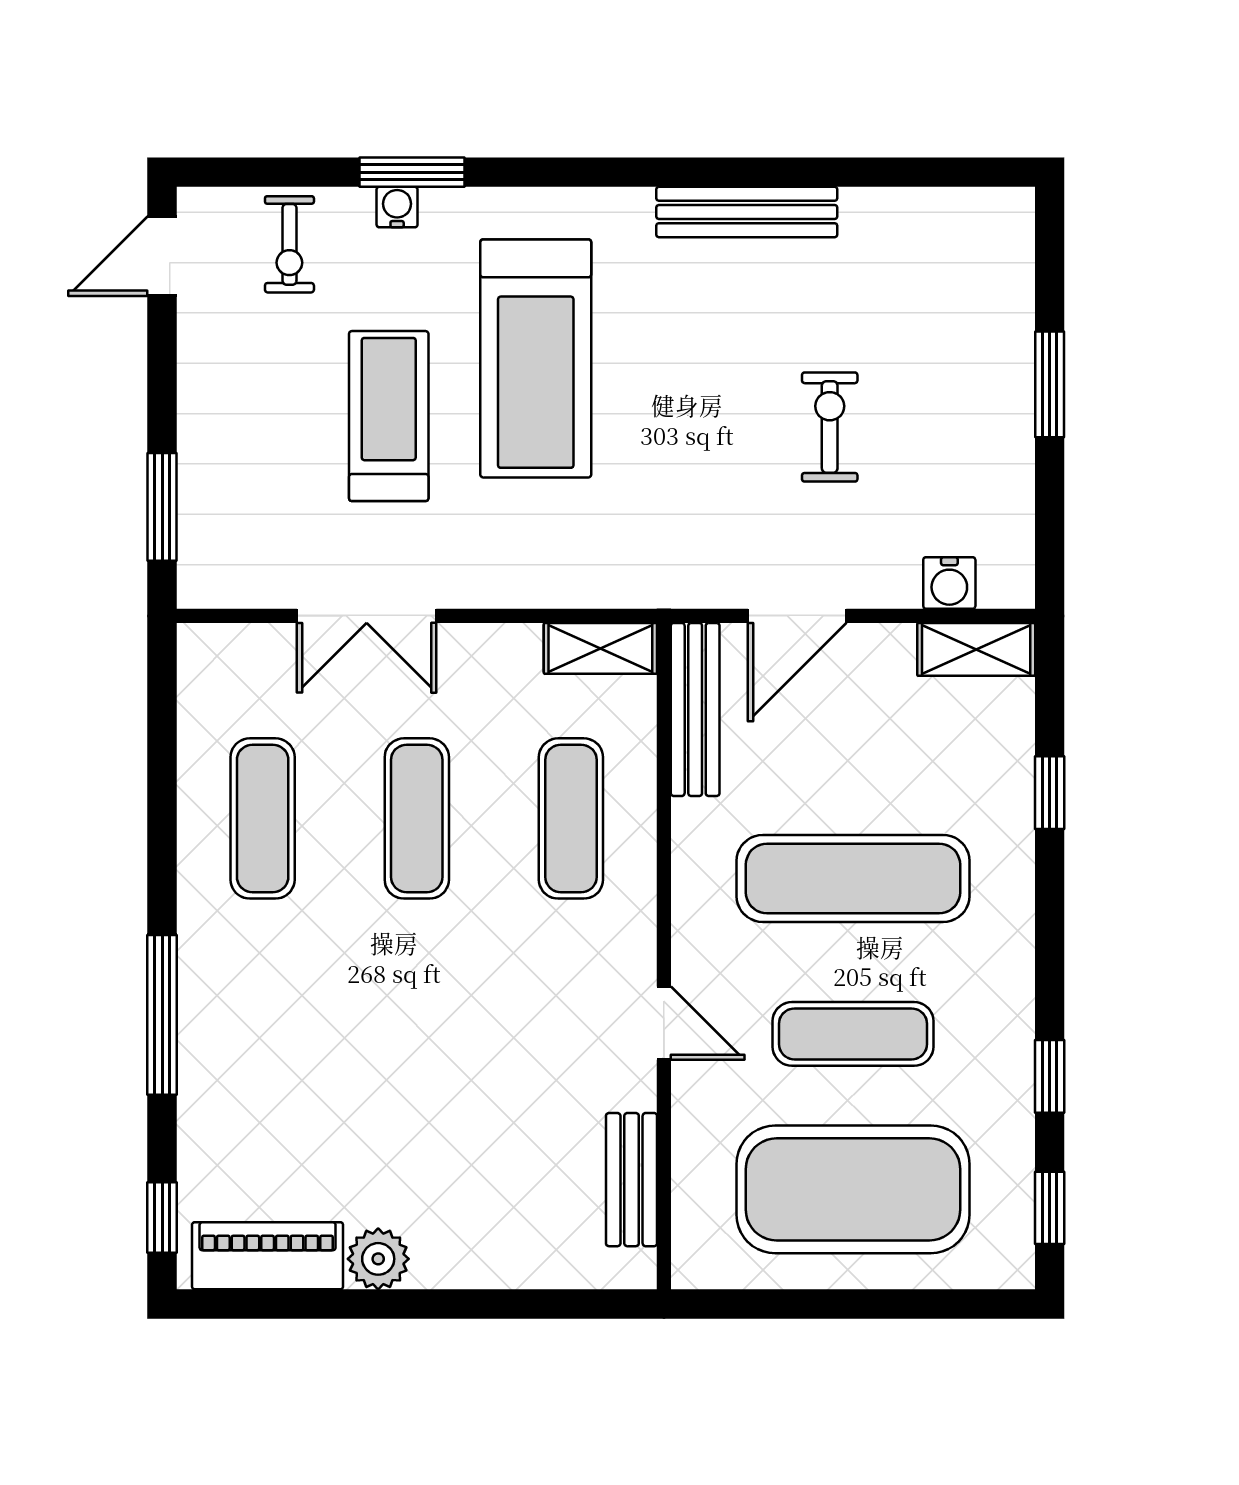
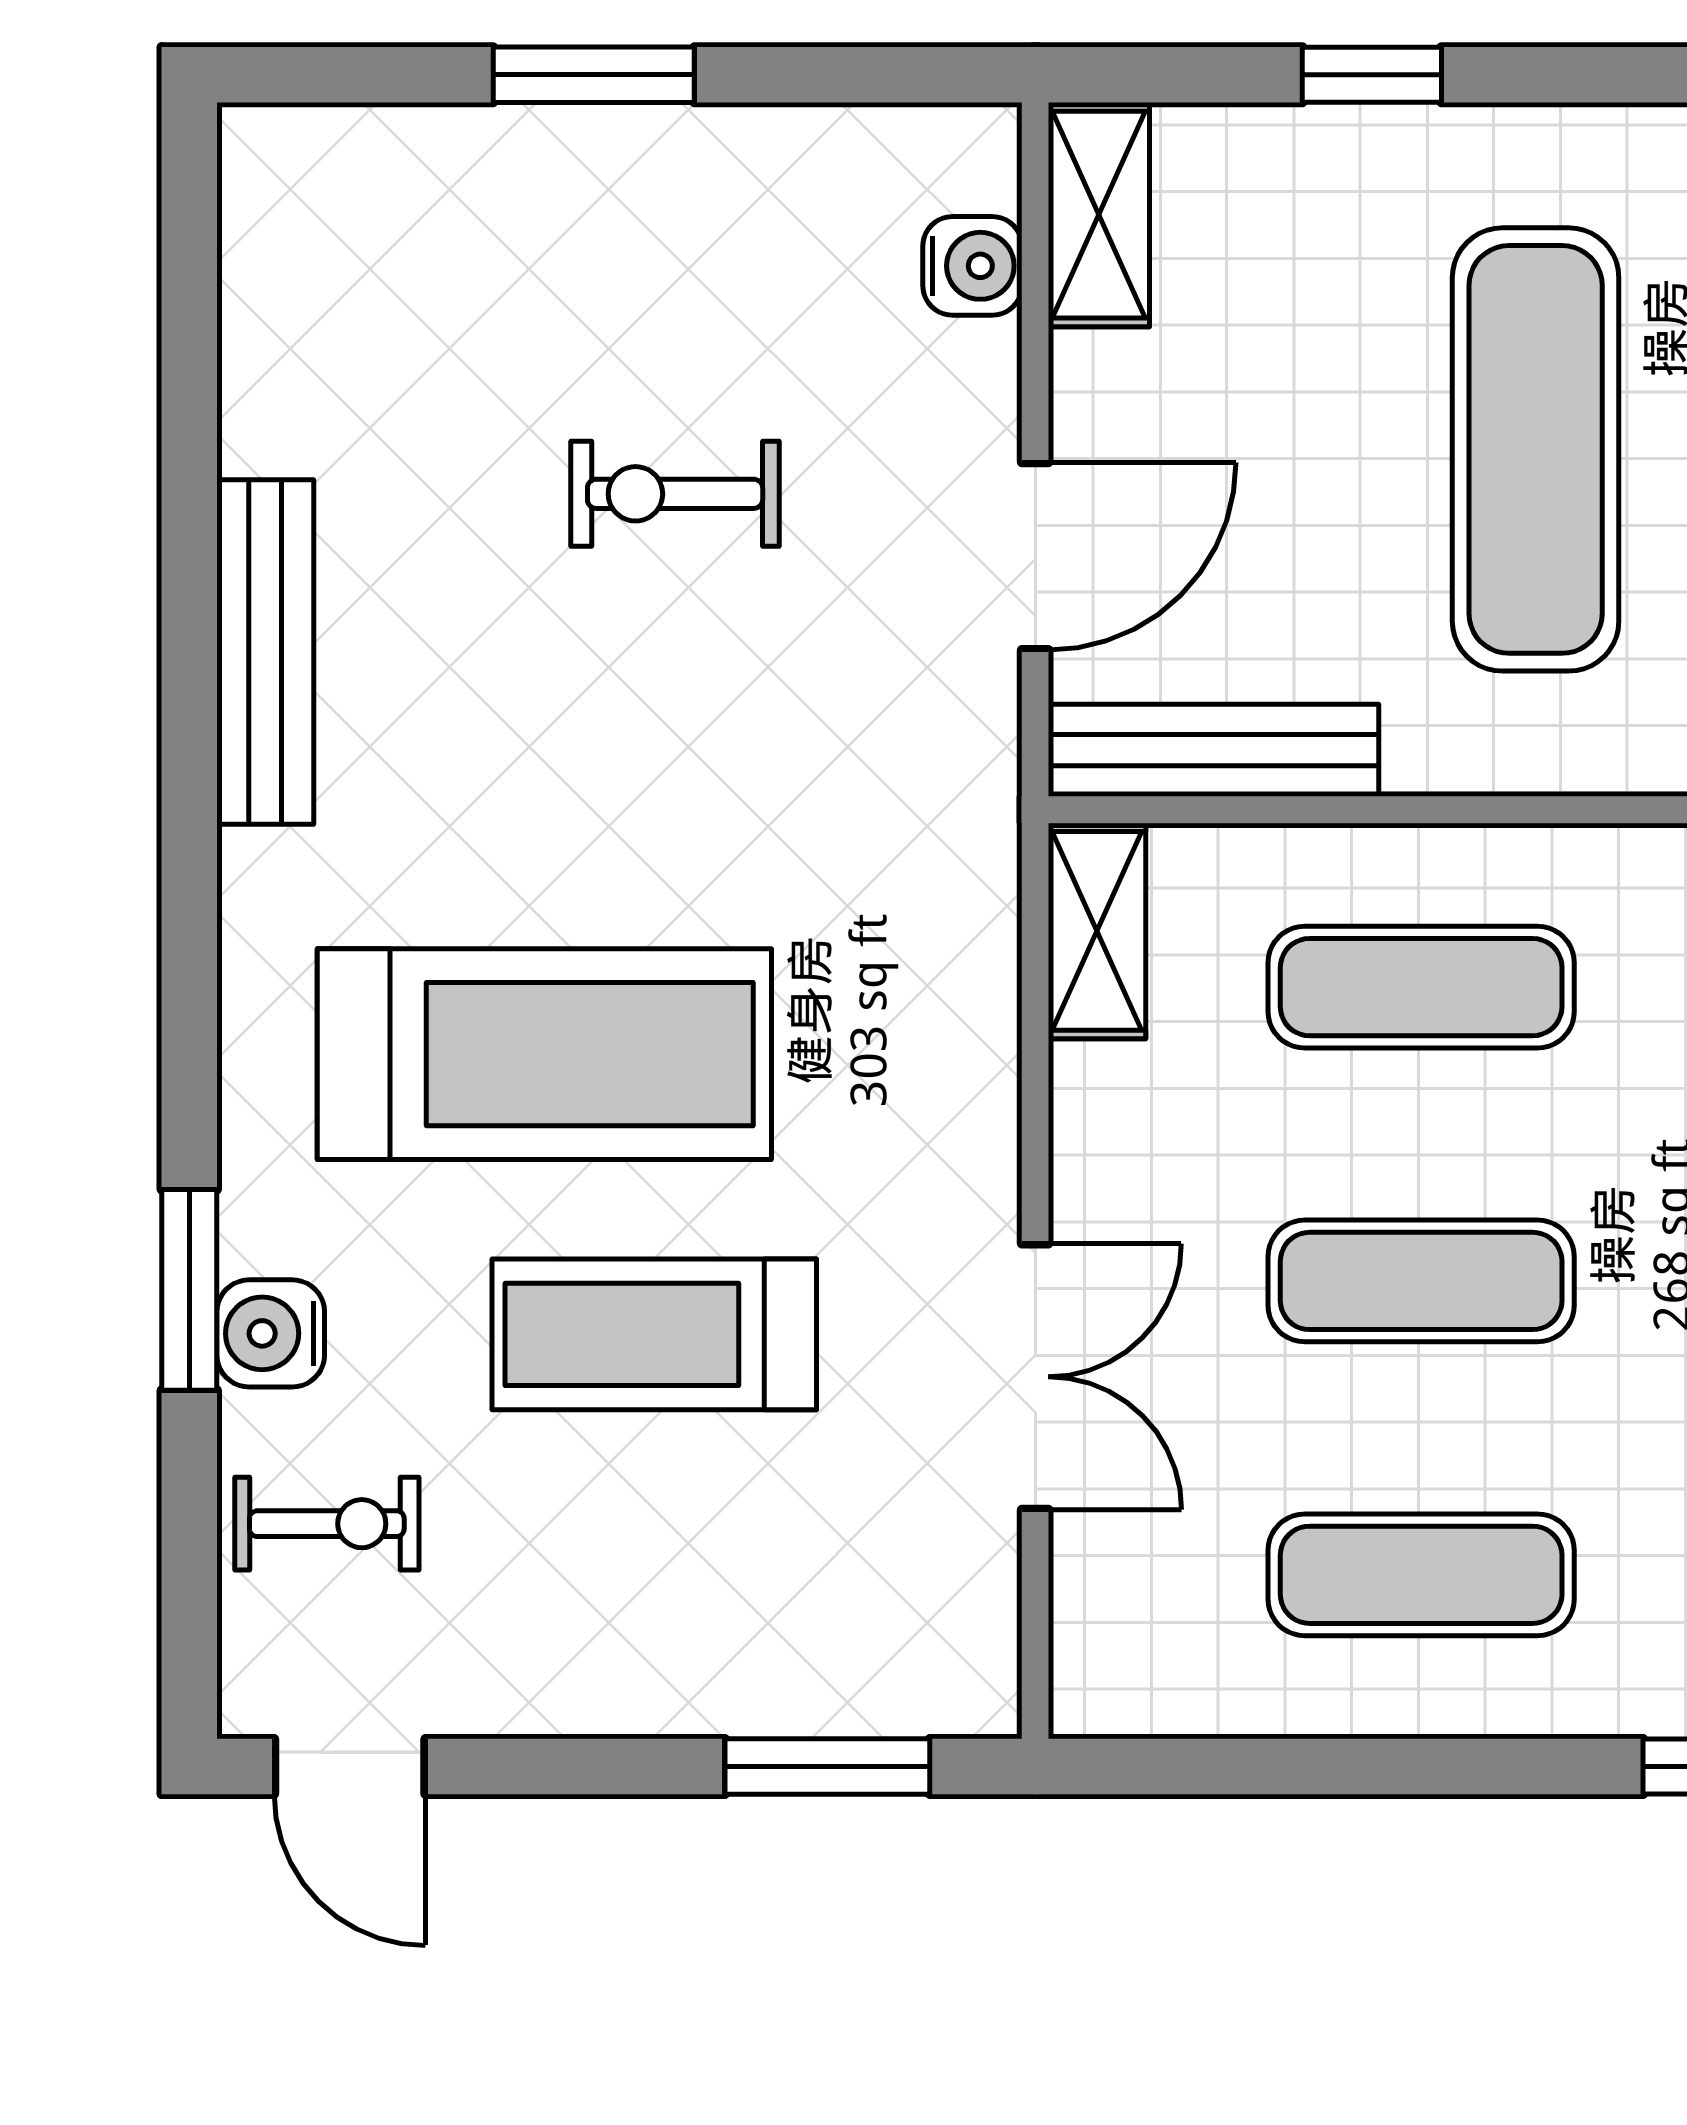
water cooler: (397, 207) -> (271, 1333), width x1.38, depth x1.38
door: (797, 616) -> (1035, 556), hinge flipped

